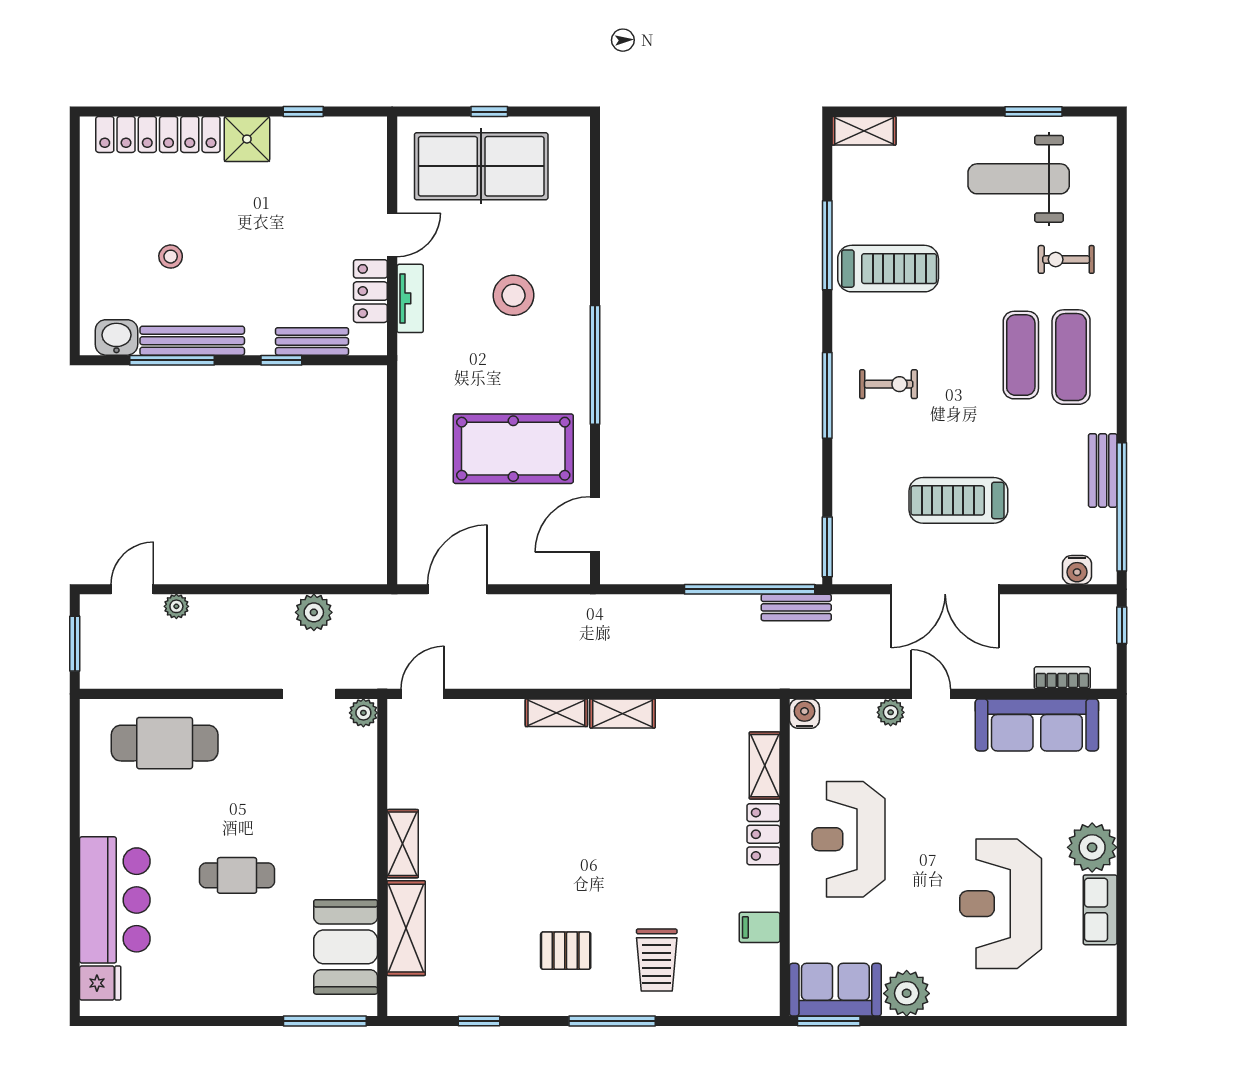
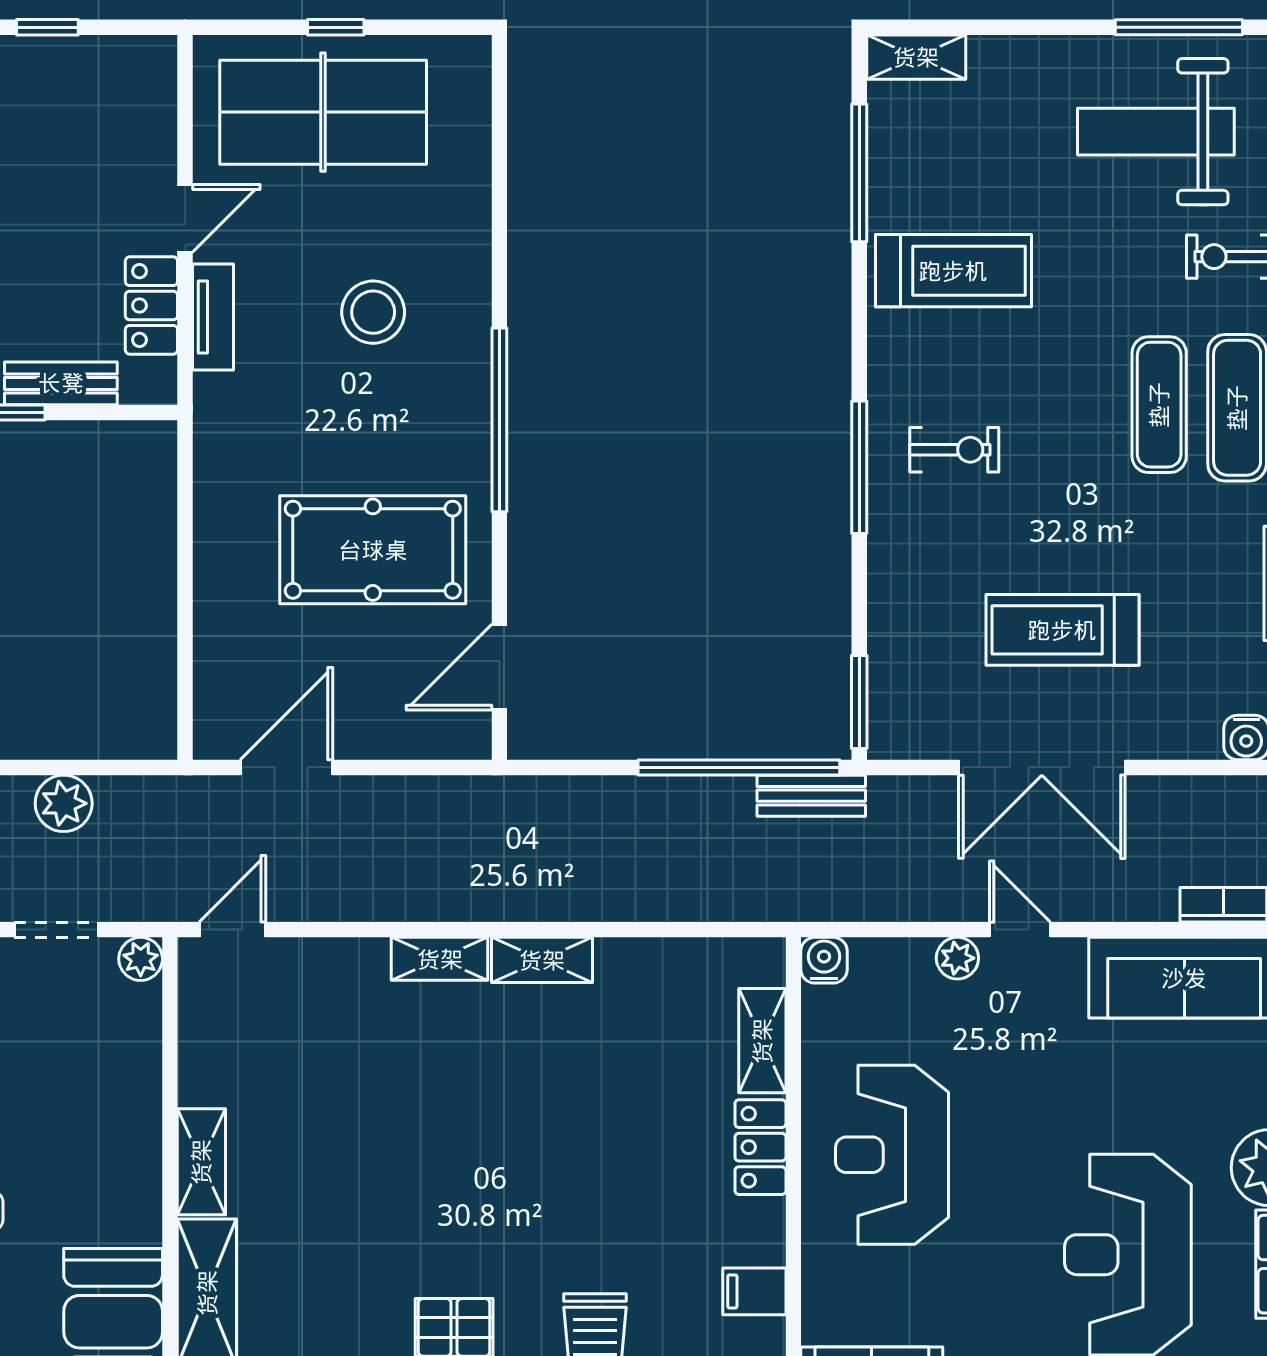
window: (1034, 112) -> (1179, 27), width x1.44
window: (827, 245) -> (859, 173), moved

